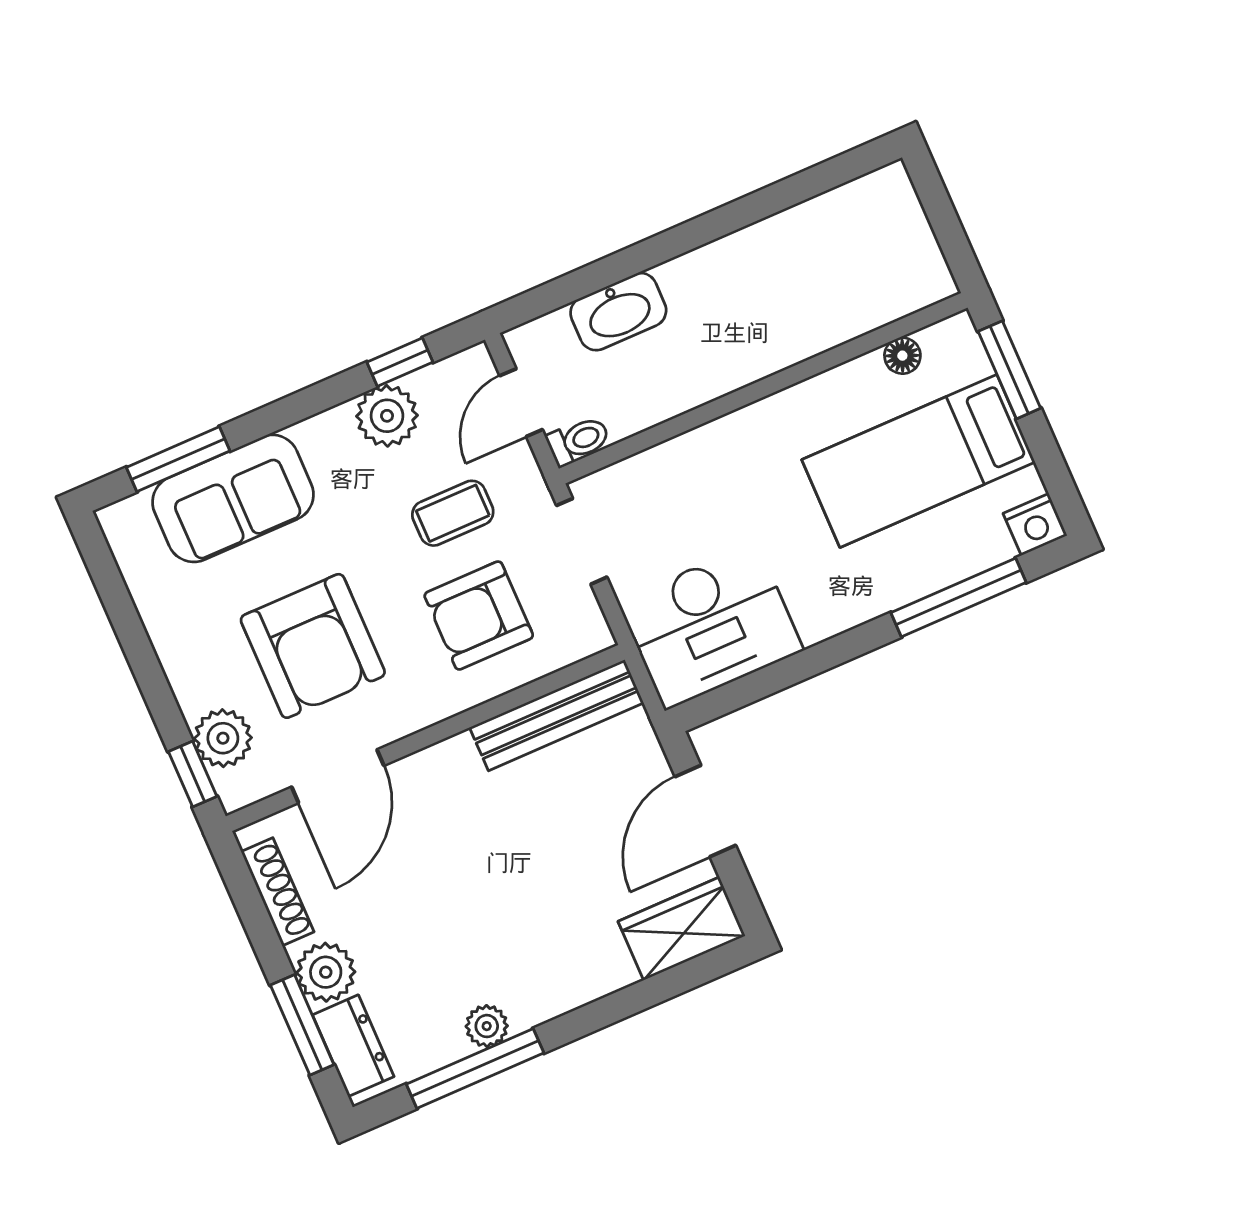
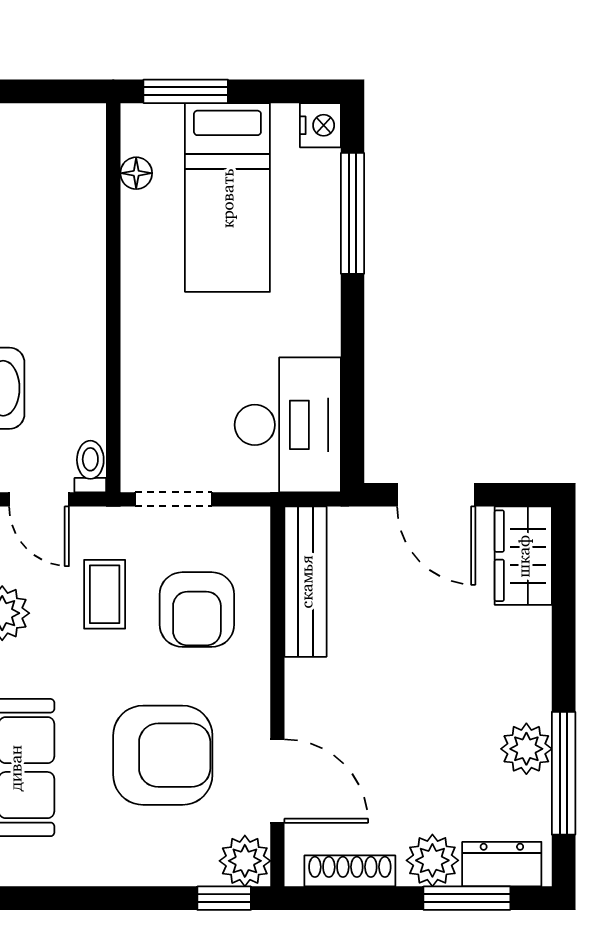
plant: (223, 738) -> (245, 861), moved
plant: (487, 1026) -> (526, 749), width x1.38, depth x1.38

